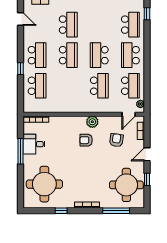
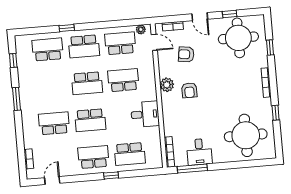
window: (147, 14) -> (67, 28), moved
school desk: (68, 55) -> (90, 120), turned 180
school desk: (37, 86) -> (130, 154), turned 180
desk: (69, 101) -> (145, 114), added
window: (21, 151) -> (192, 168), moved
window: (116, 211) -> (270, 48), width x0.46

